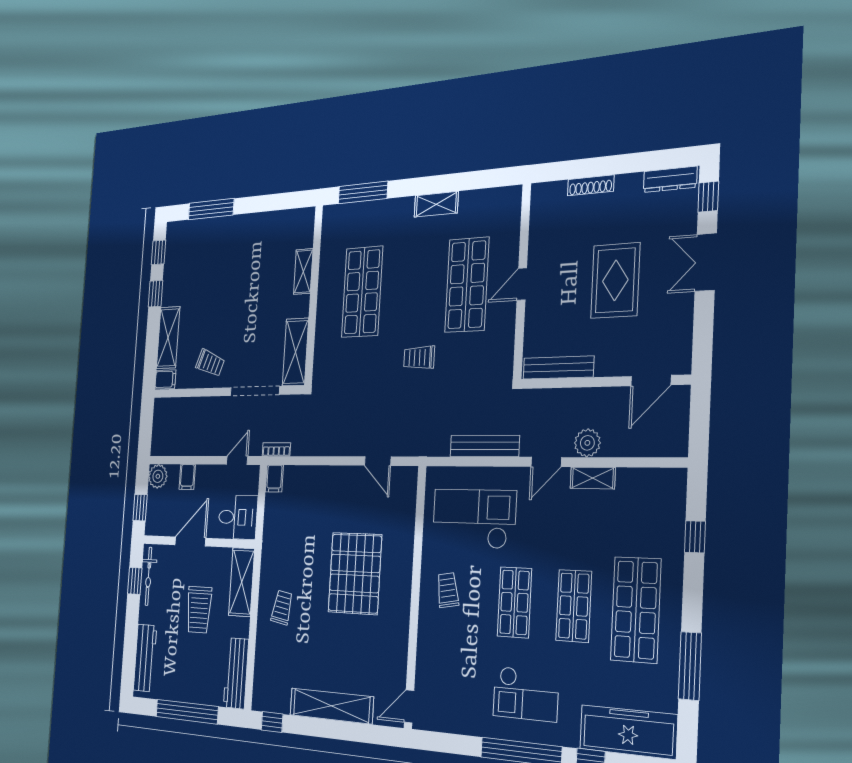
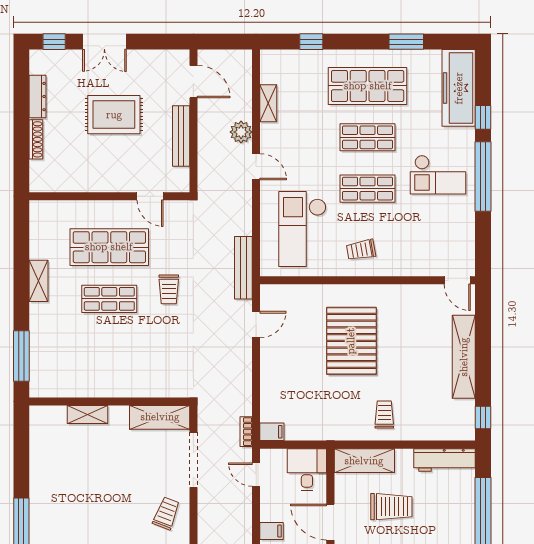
dresser: (670, 179) -> (38, 97), moved
door: (522, 284) -> (150, 196), moved
shop shelf: (362, 292) -> (109, 299), moved, width x0.70, depth x0.74
bench: (558, 368) -> (181, 136), moved
bench: (485, 446) -> (243, 268), moved
shelving: (593, 478) -> (268, 103), moved
pallet: (355, 573) -> (351, 341), turned 90
trolley: (282, 607) -> (384, 415), turned 80
window: (690, 666) -> (406, 42), width x0.69
checkout: (526, 694) -> (438, 175), turned 90

